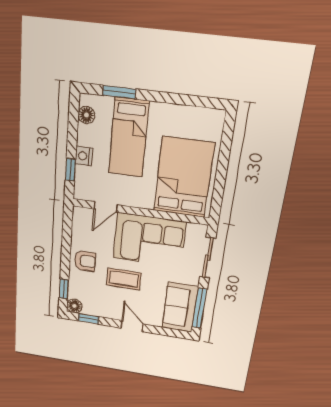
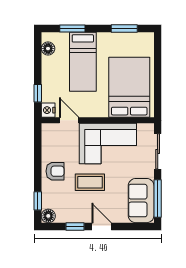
window: (187, 100) -> (124, 29), added
nightstand: (84, 156) -> (48, 110), moved
door: (106, 207) -> (69, 120), swing flipped
window: (89, 319) -> (75, 226), moved

